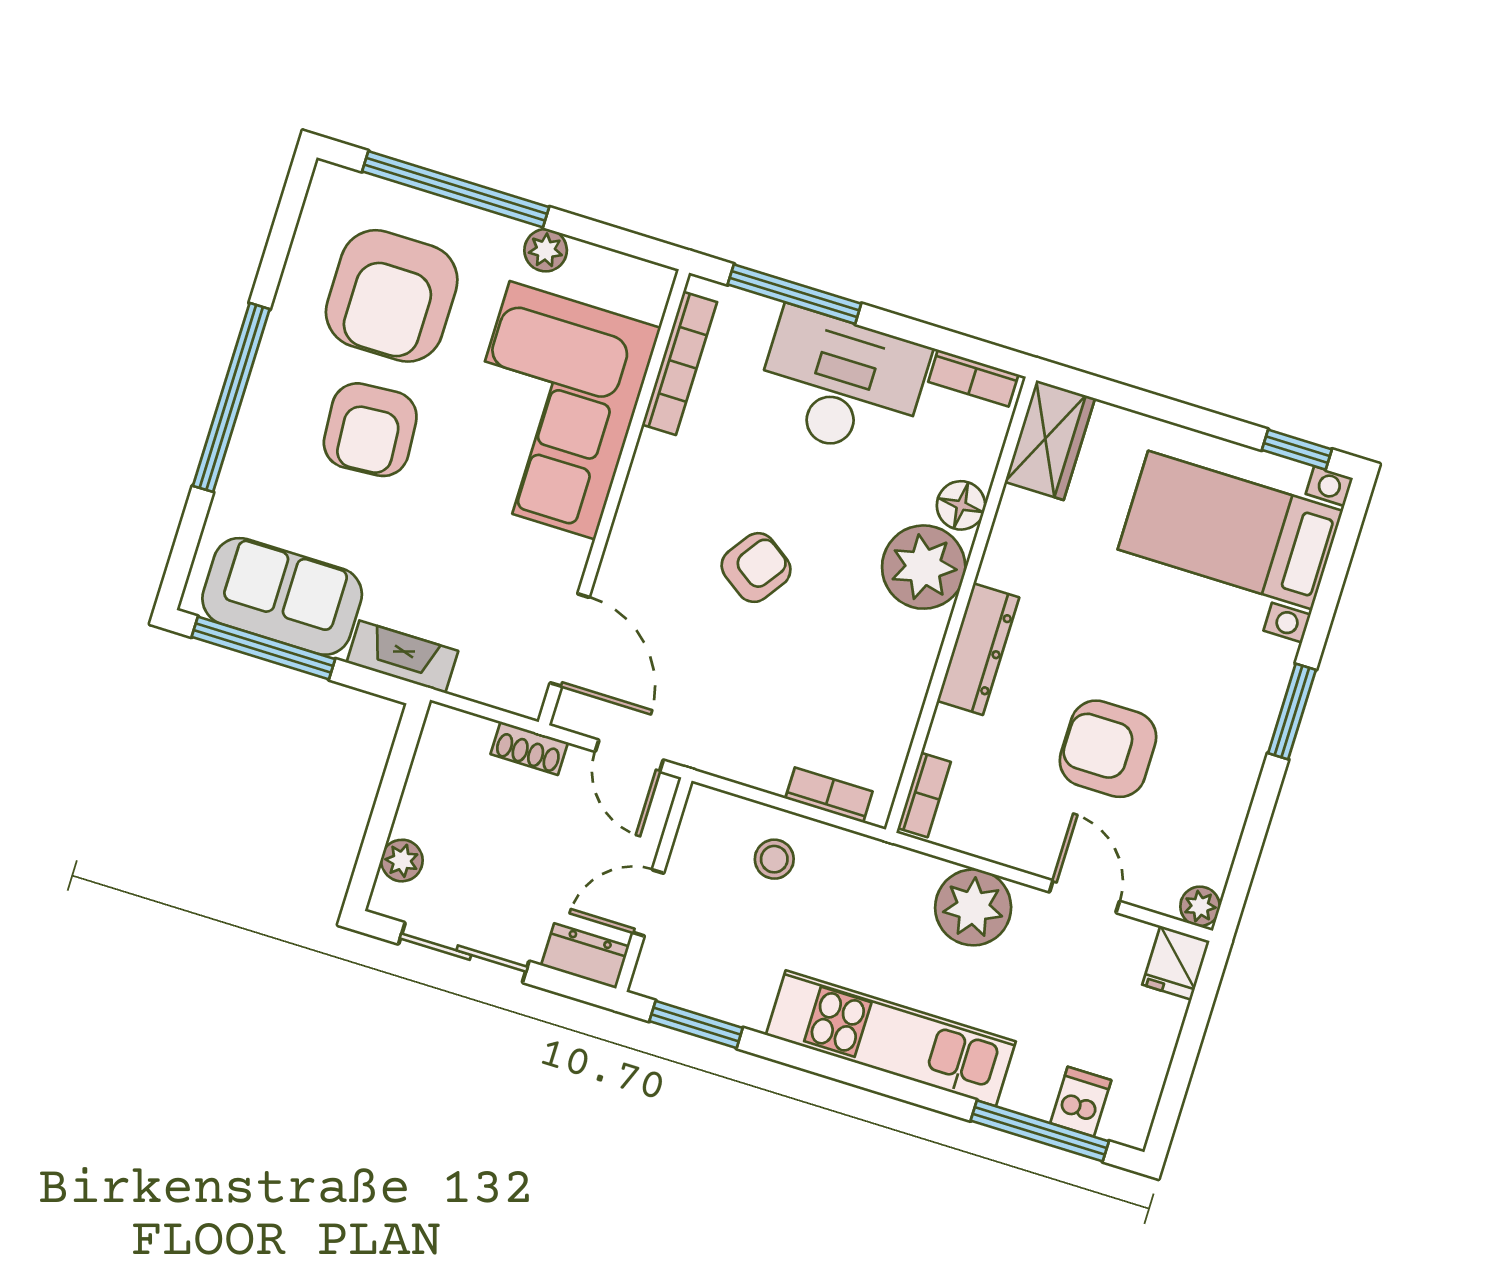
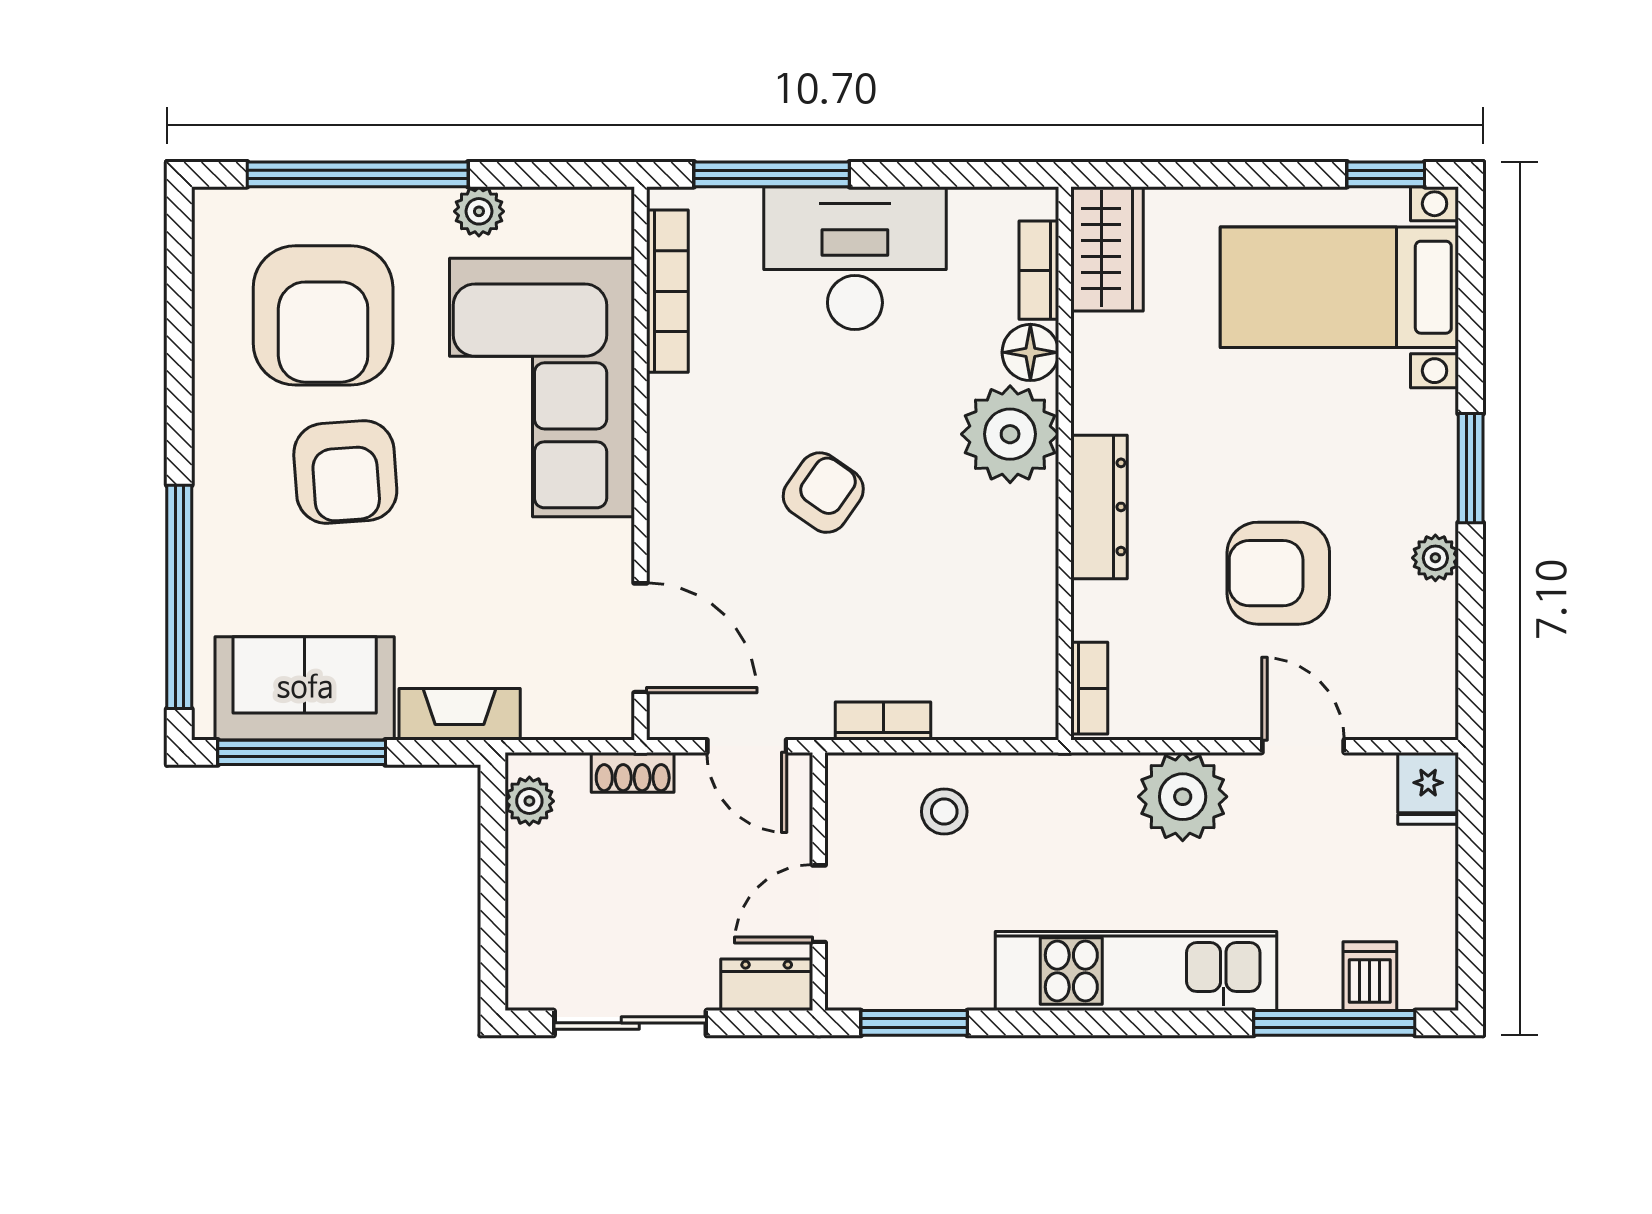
bookcase: (973, 378) -> (1039, 270), moved, turned 90
window: (231, 397) -> (179, 597), moved
bookcase: (829, 795) -> (883, 721), moved
plant: (402, 861) -> (529, 801), moved
plant: (1200, 906) -> (1435, 558), moved

